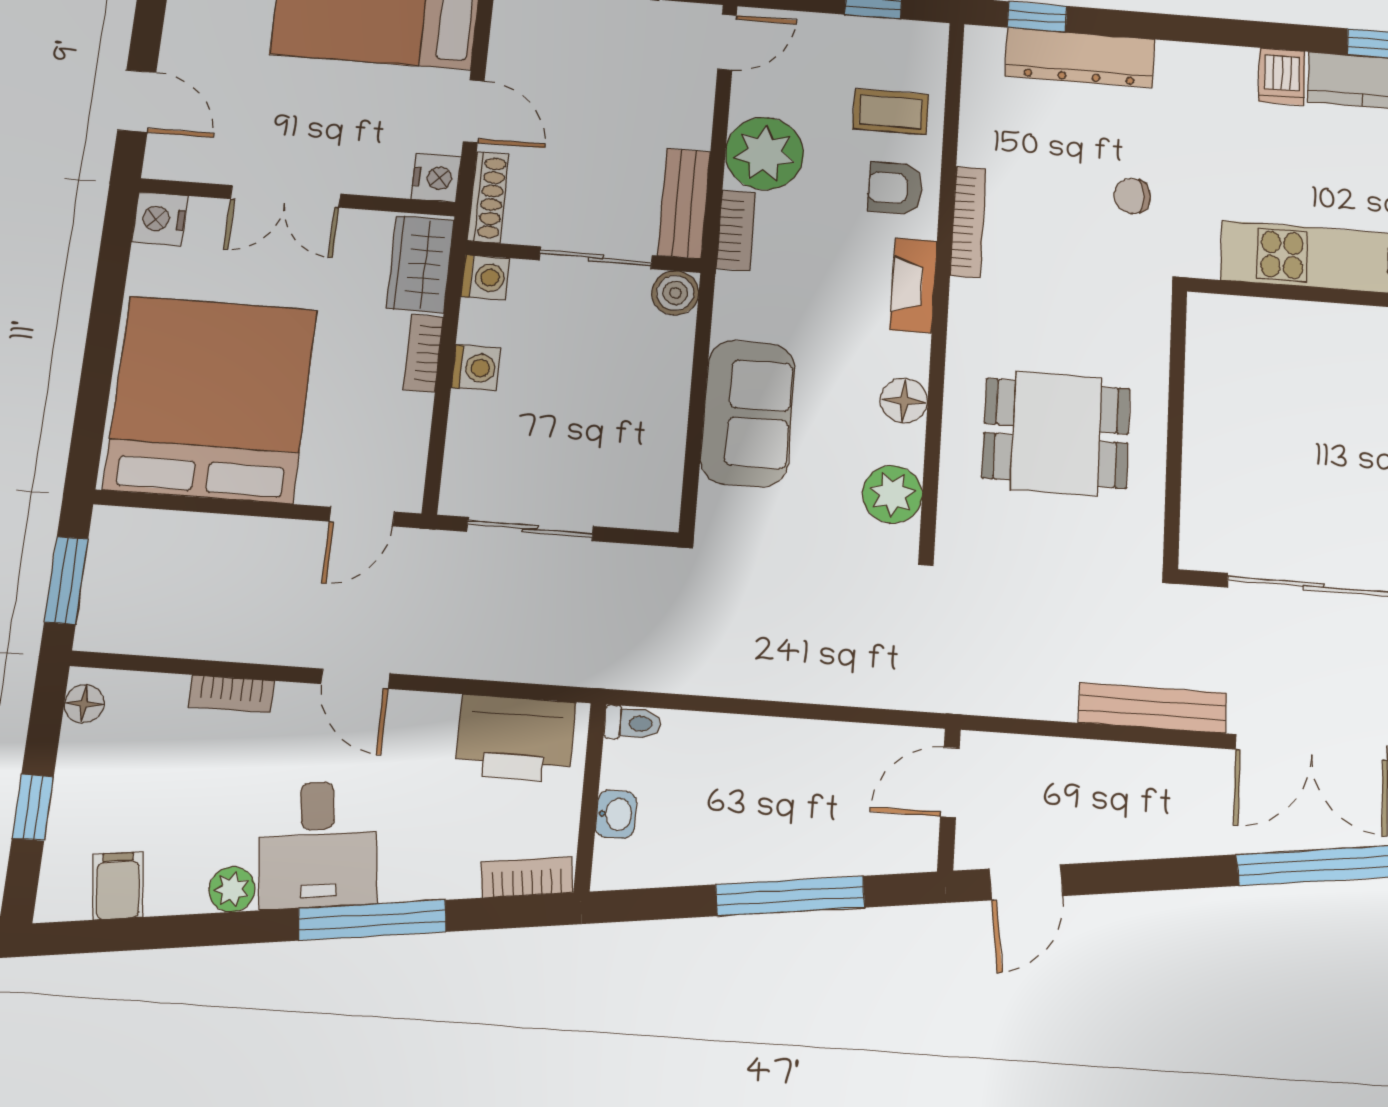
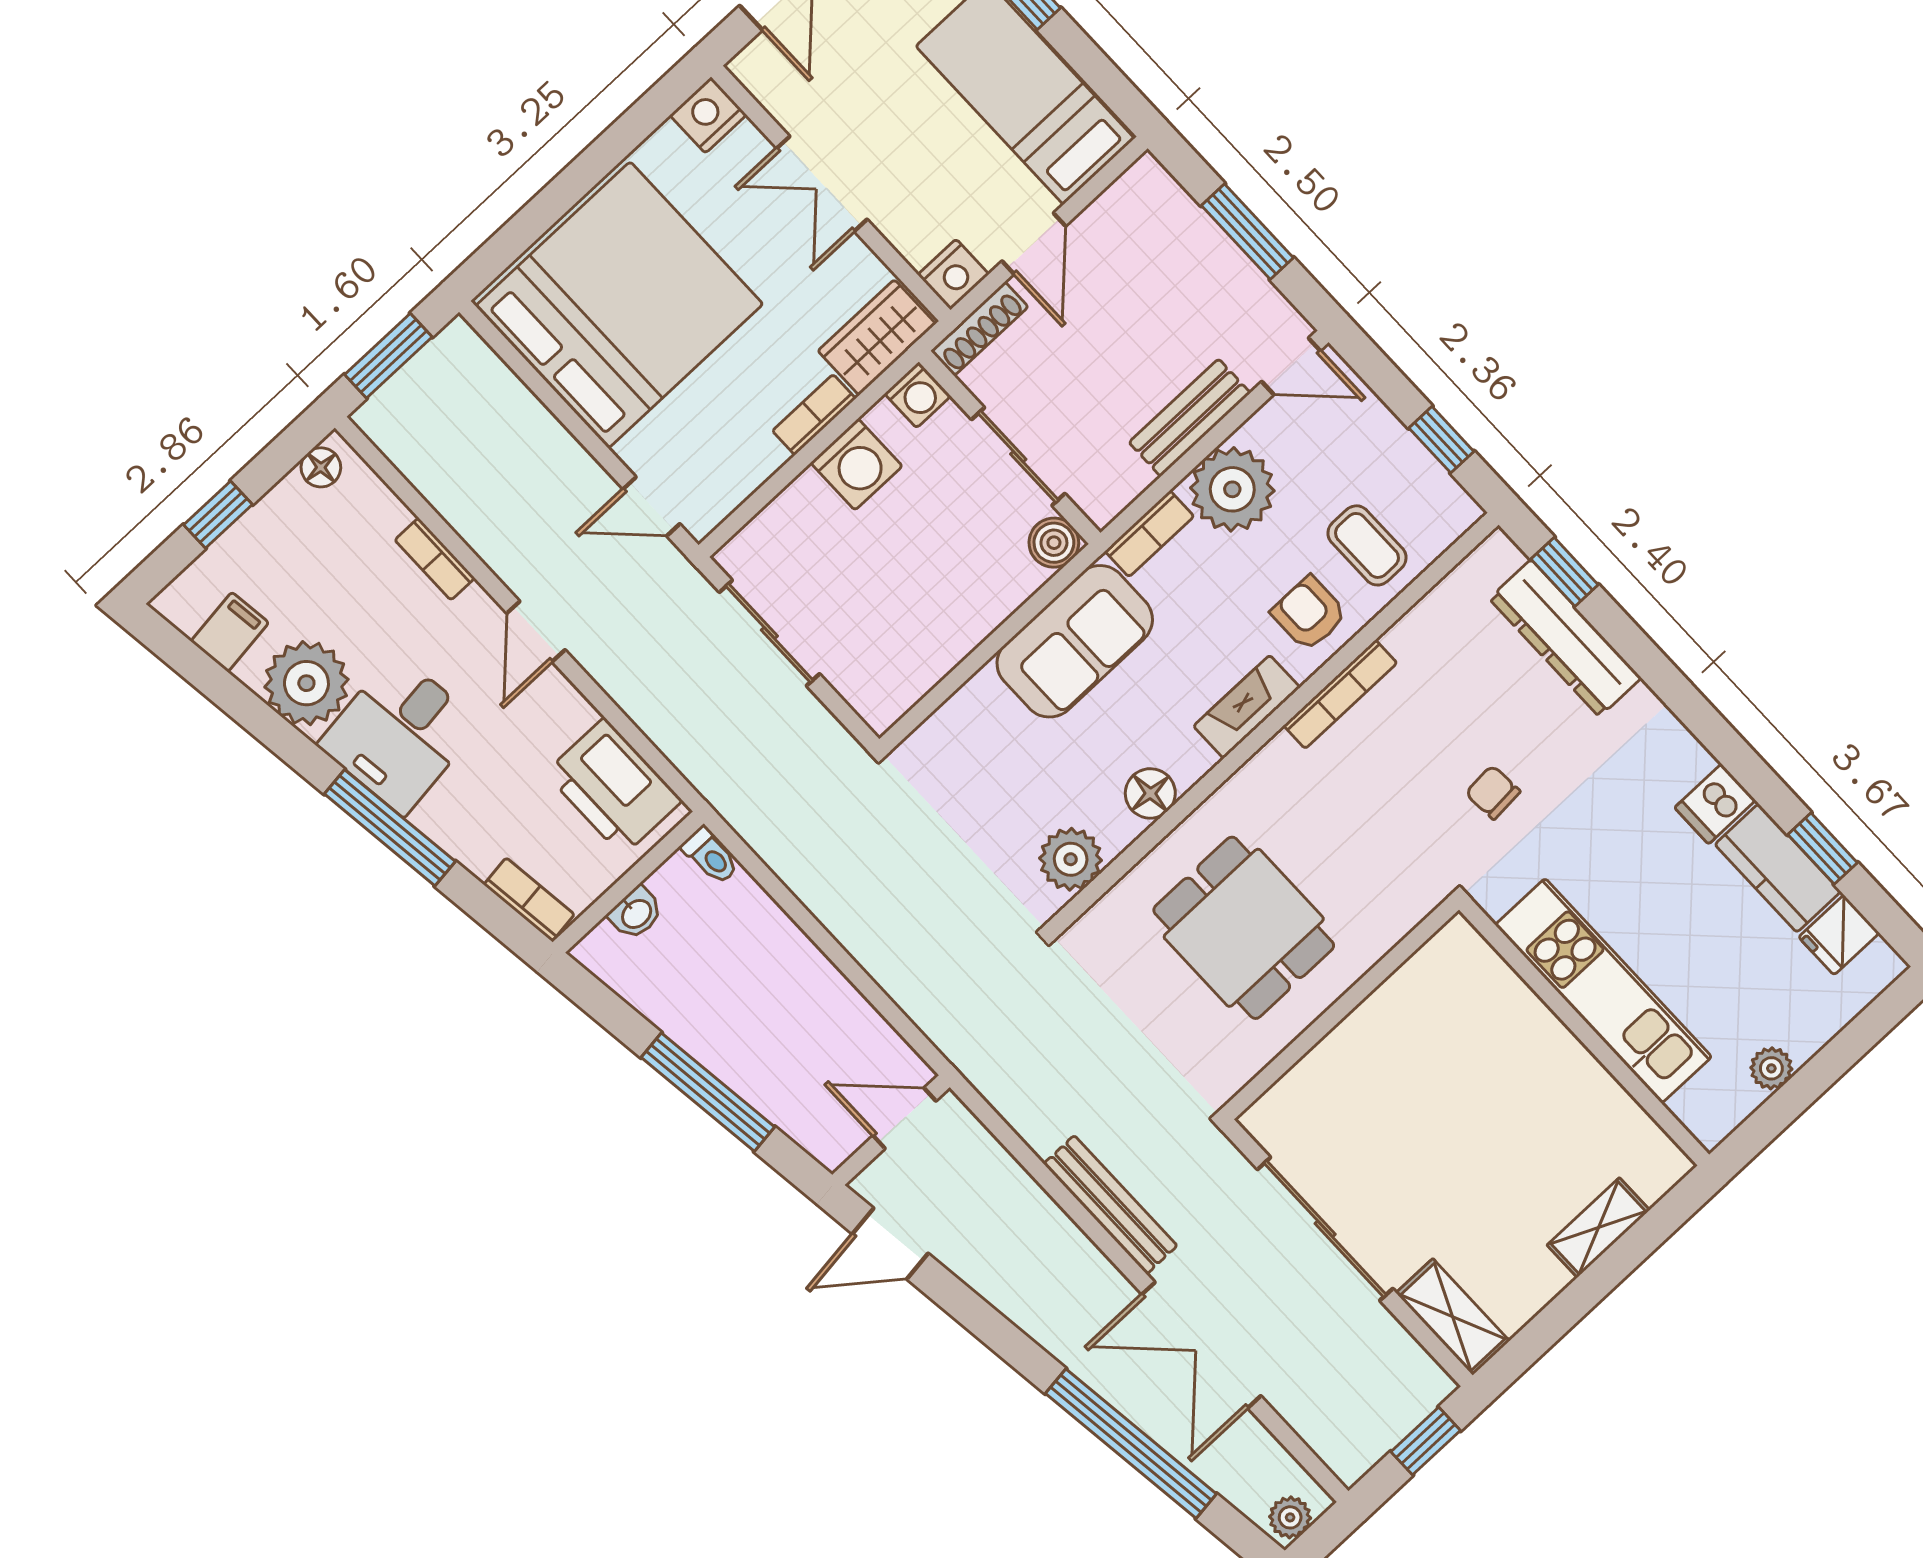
bench: (684, 203) -> (1190, 418), moved
washing machine: (476, 368) -> (856, 464), width x1.38, depth x1.38
sofa: (748, 413) -> (1075, 641), moved
plant: (232, 889) -> (306, 683), width x1.88, depth x1.88

